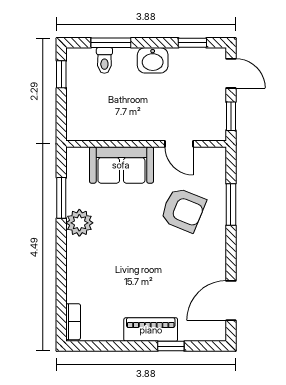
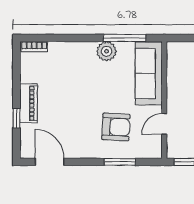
sofa: (121, 165) -> (149, 74), width x1.36
window: (61, 198) -> (125, 38), width x1.44
armchair: (183, 210) -> (116, 127), turned -109

